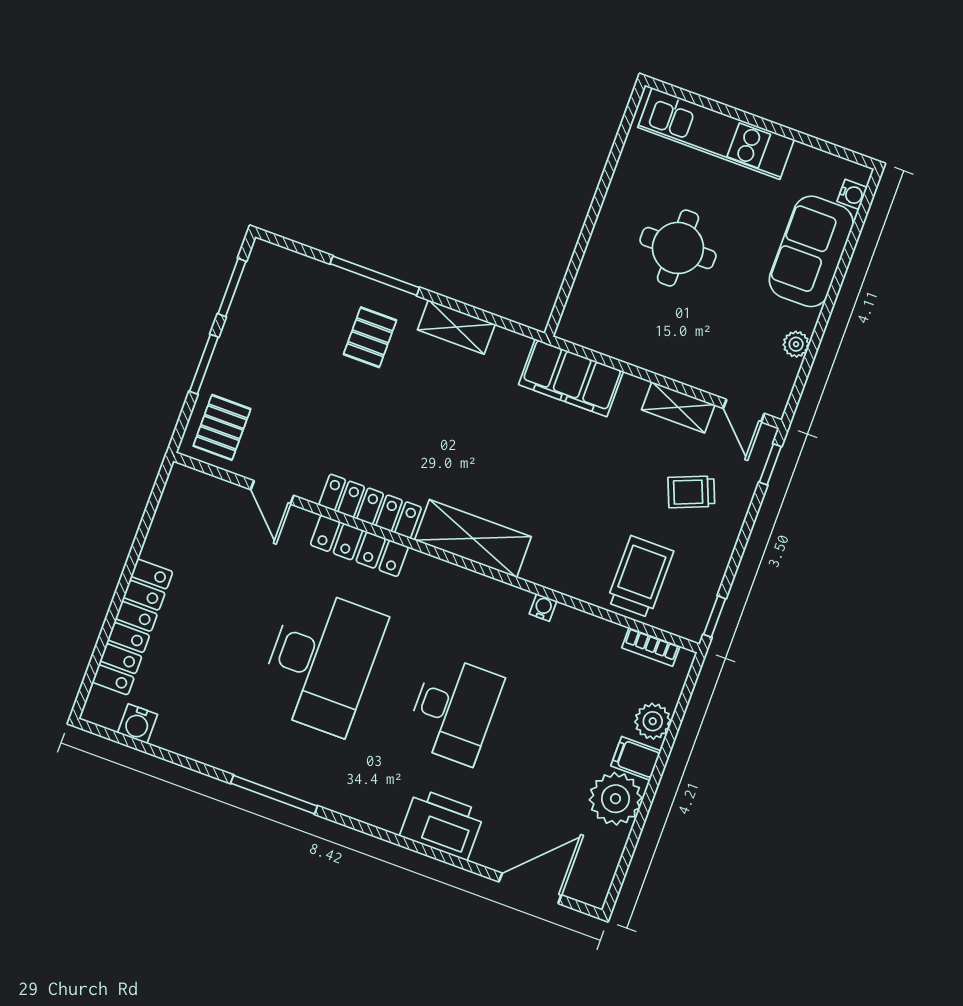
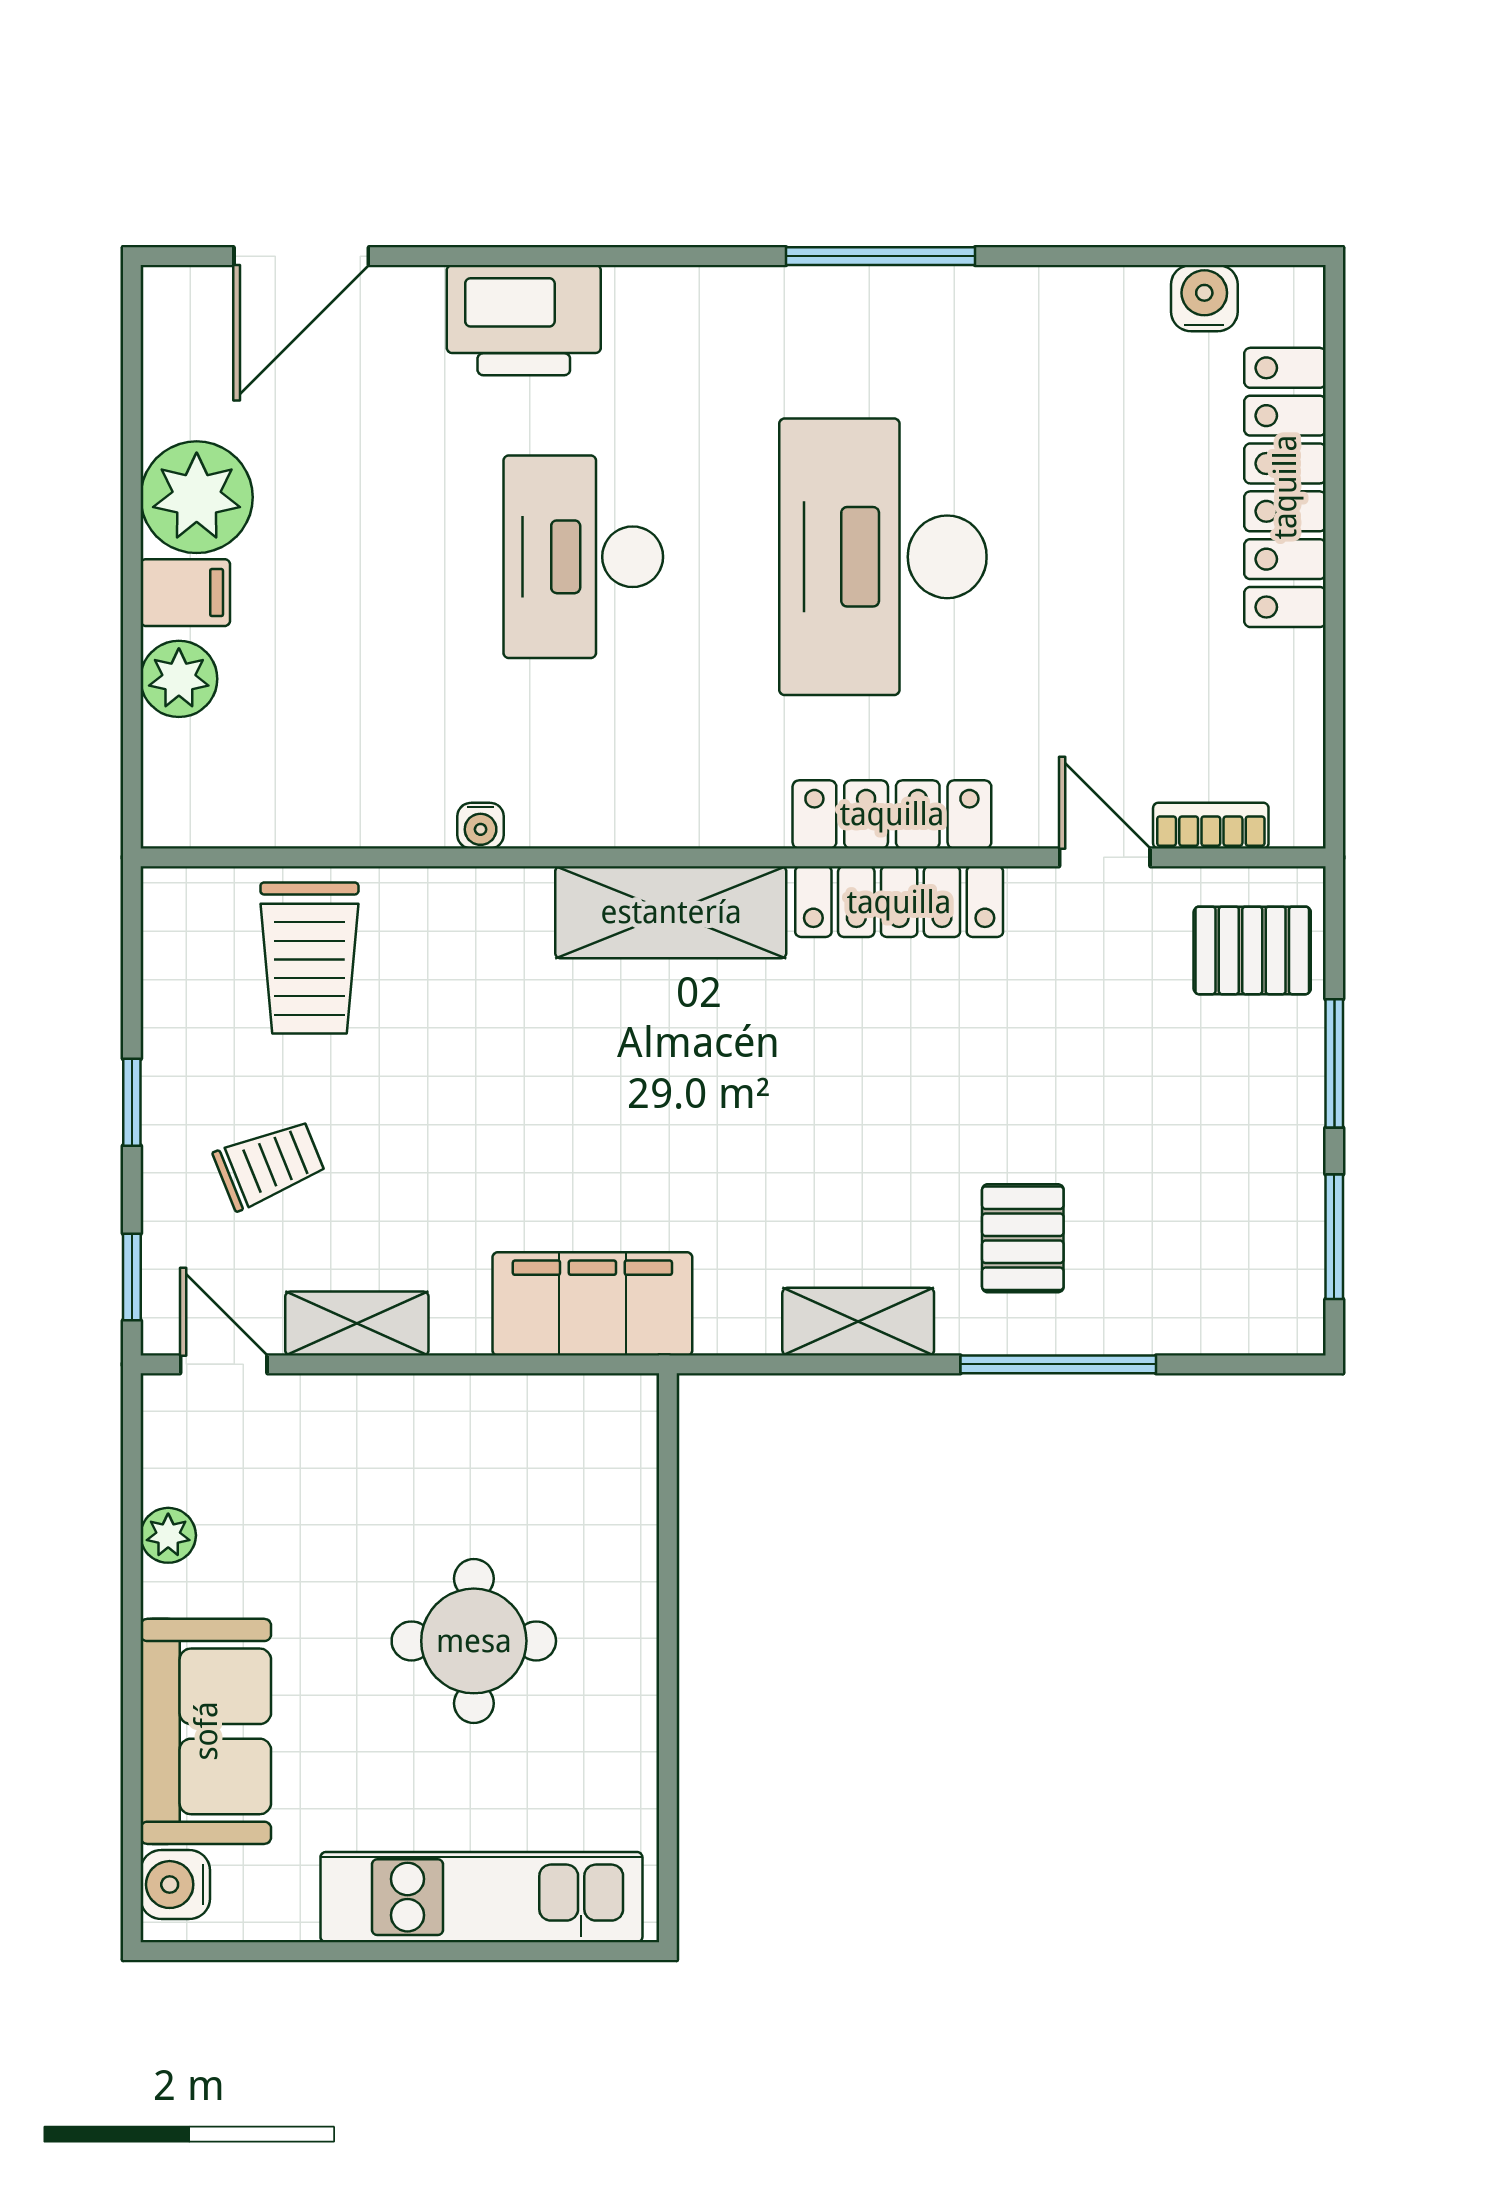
water cooler: (852, 194) -> (175, 1885), width x1.38, depth x1.38
pallet: (222, 427) -> (1252, 950), turned 90
window: (715, 617) -> (132, 1102), moved
bookcase: (651, 647) -> (1211, 826), moved

